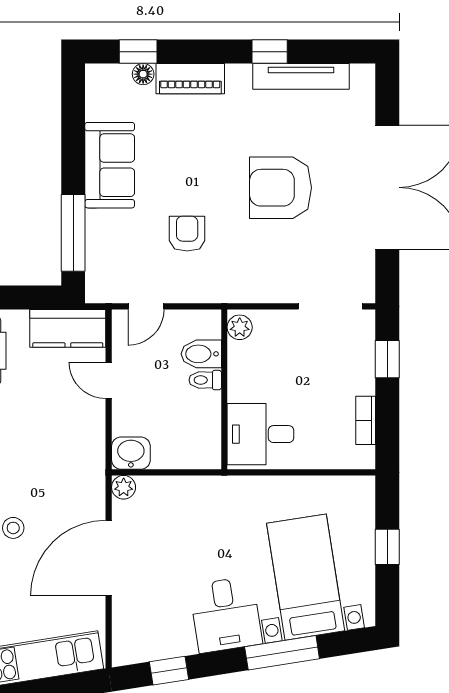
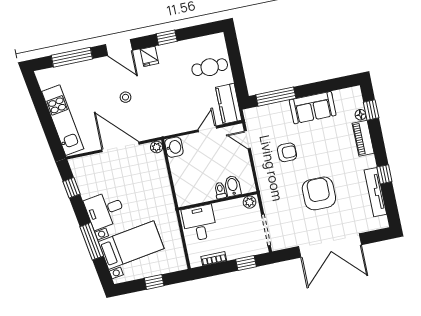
plant: (240, 327) -> (250, 202), moved
bidet: (201, 354) -> (233, 186), moved
toilet: (205, 380) -> (220, 191), moved
wall: (224, 389) -> (218, 201), moved
desk: (260, 434) -> (199, 223), moved

